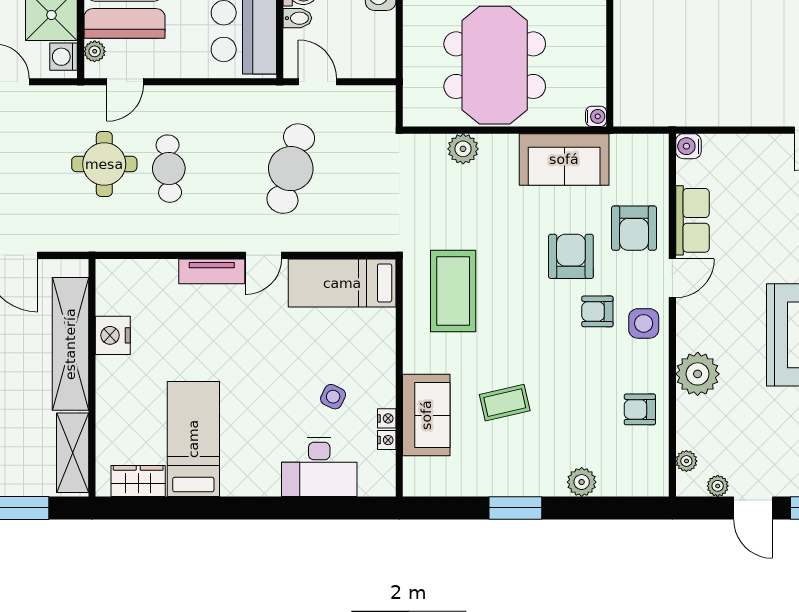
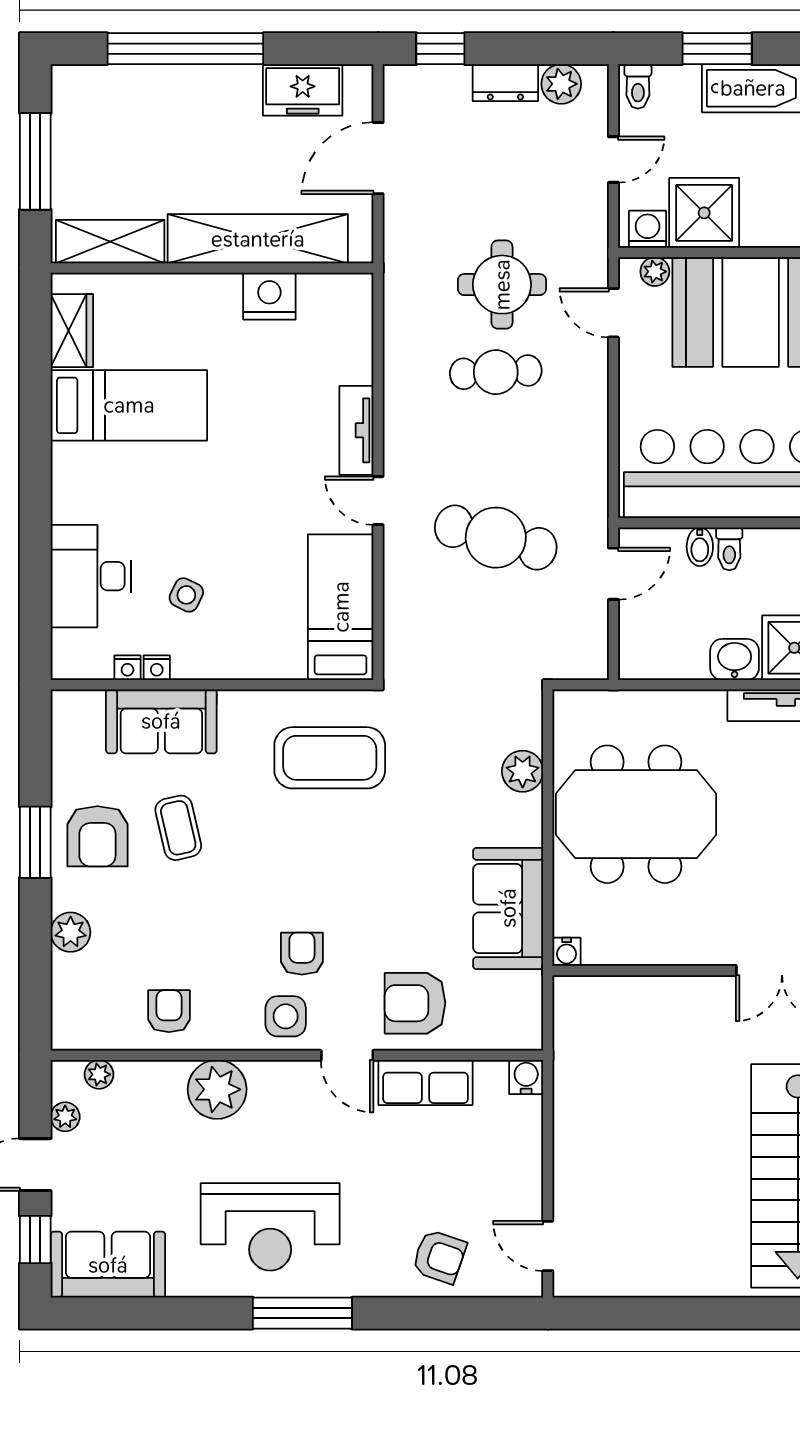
armchair: (571, 256) -> (97, 836), moved, turned 90

